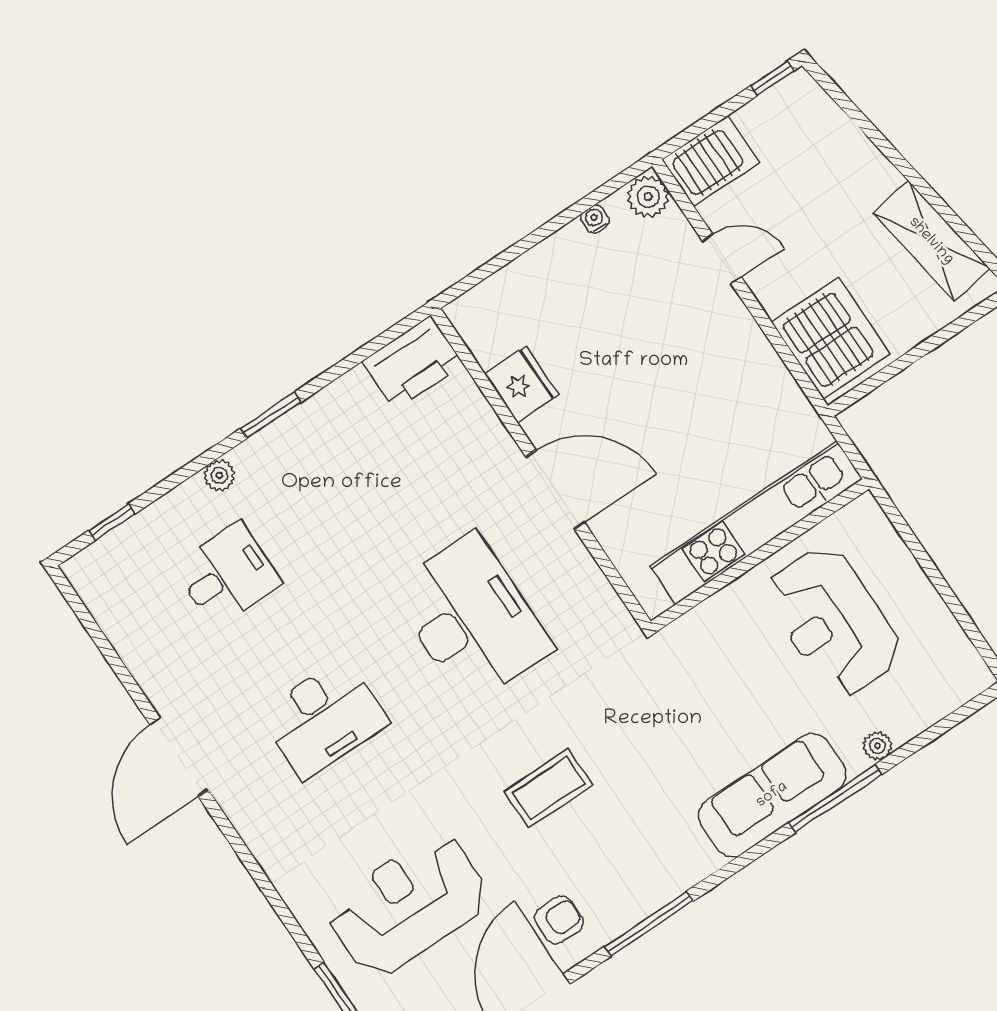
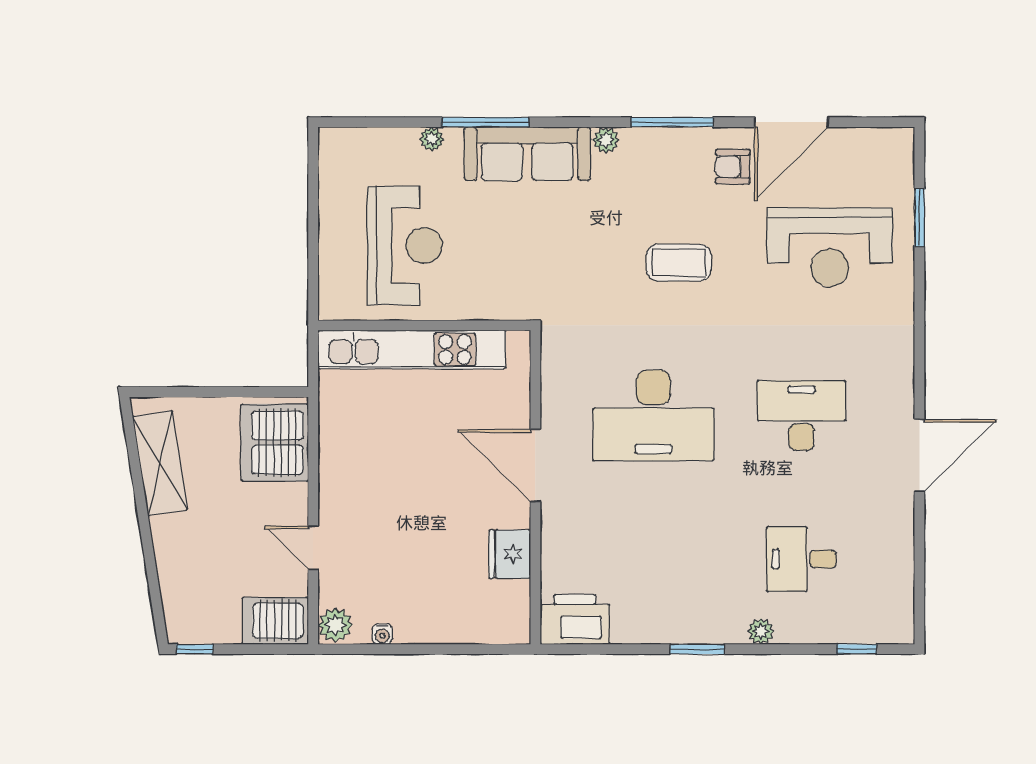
desk: (471, 619) -> (653, 415), turned -90
plant: (703, 862) -> (606, 140), added

